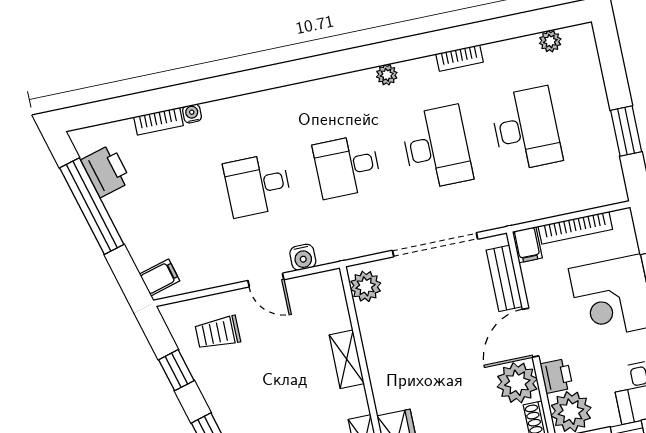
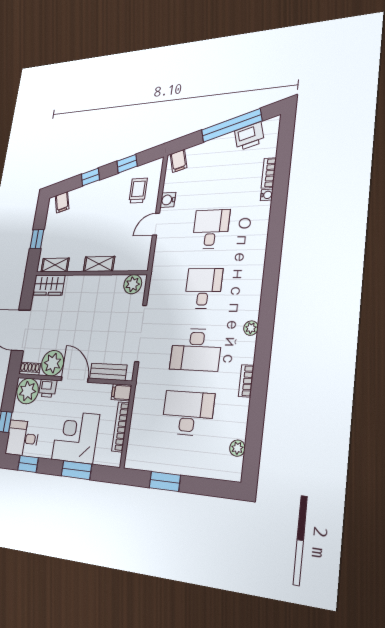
desk: (526, 129) -> (188, 413), turned 180
water cooler: (303, 257) -> (168, 200), moved

